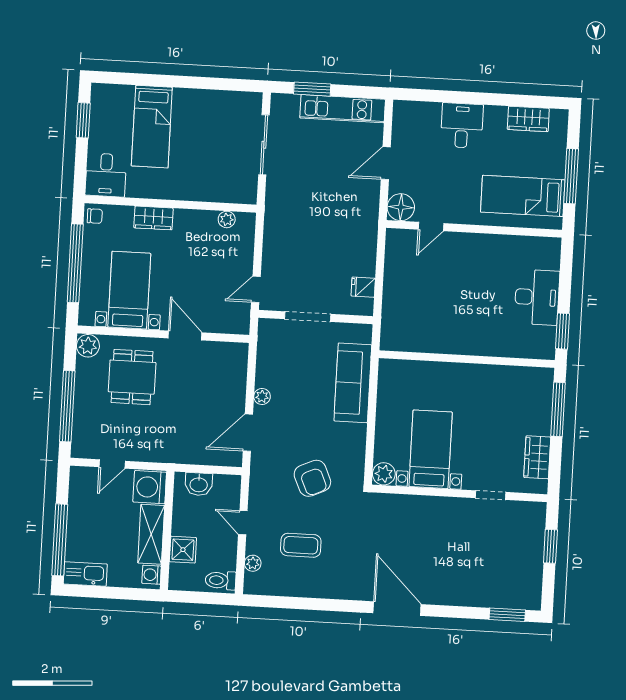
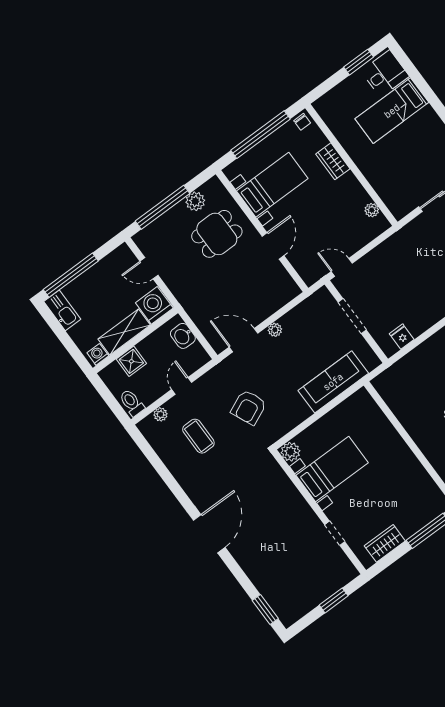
desk: (106, 175) -> (385, 74), moved, turned 180
plant: (88, 346) -> (195, 201), moved

